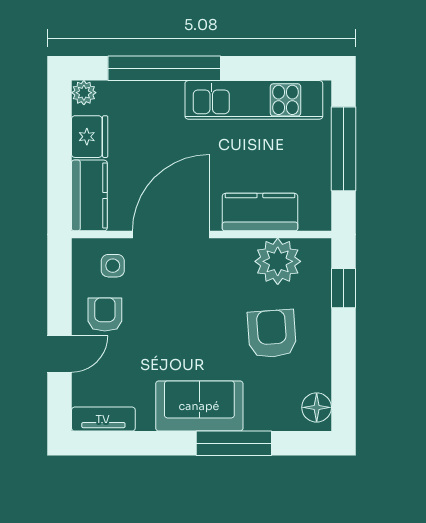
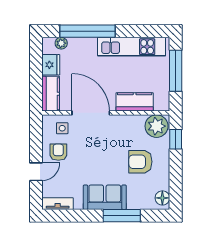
plant: (84, 93) -> (61, 43), moved
door: (171, 235) -> (91, 113), hinge flipped
plant: (278, 261) -> (157, 126), moved
armchair: (272, 334) -> (140, 162), turned -86

